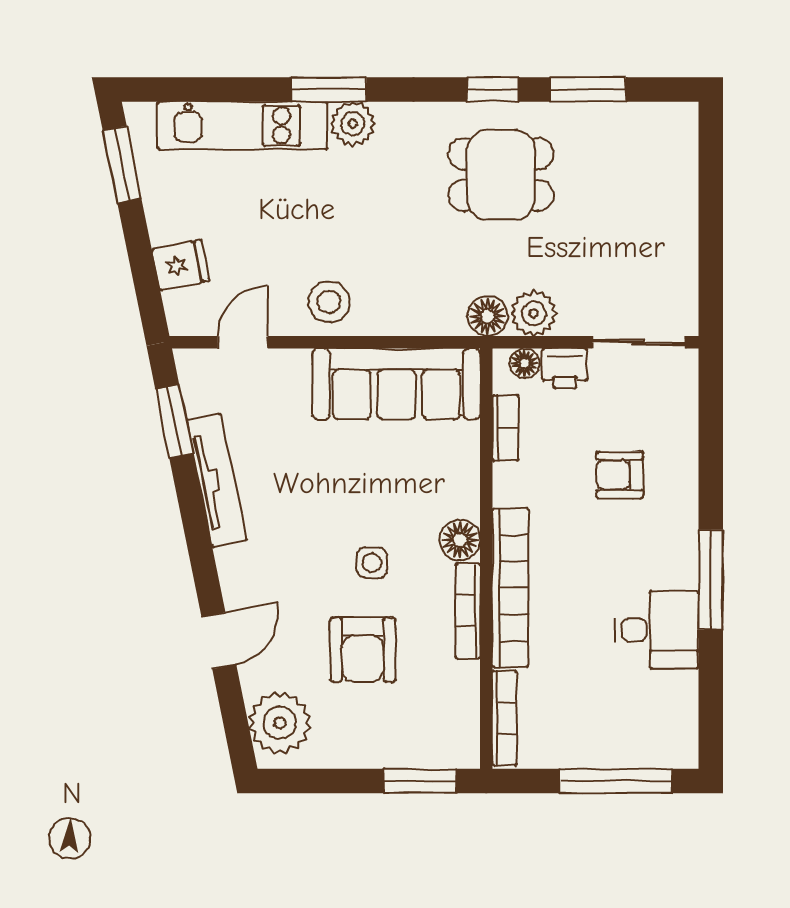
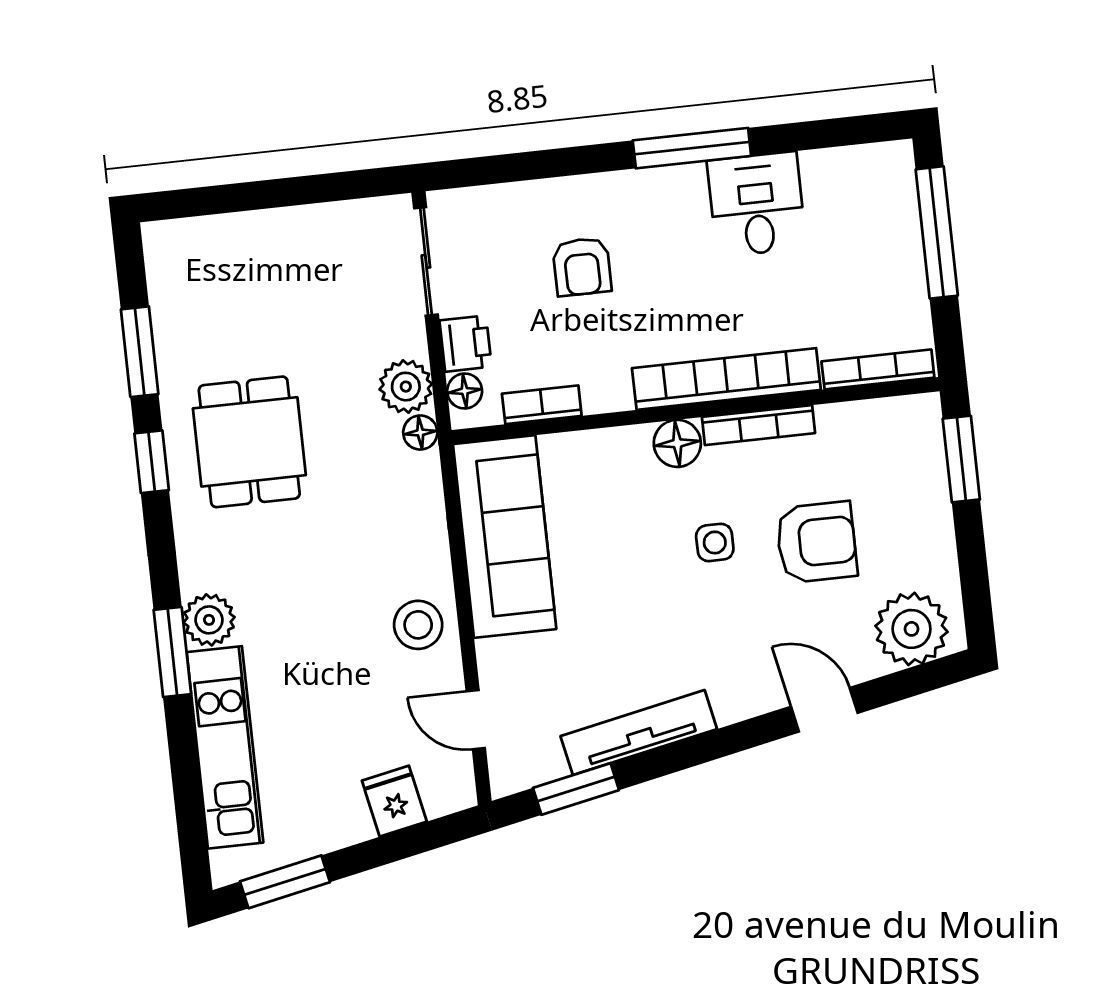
floor lamp: (488, 316) -> (420, 433), width x0.73, depth x0.73

